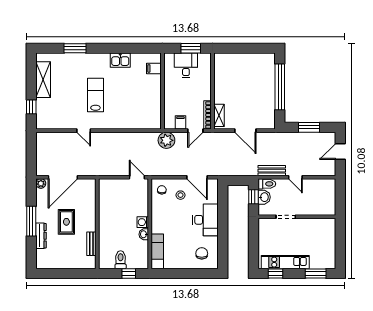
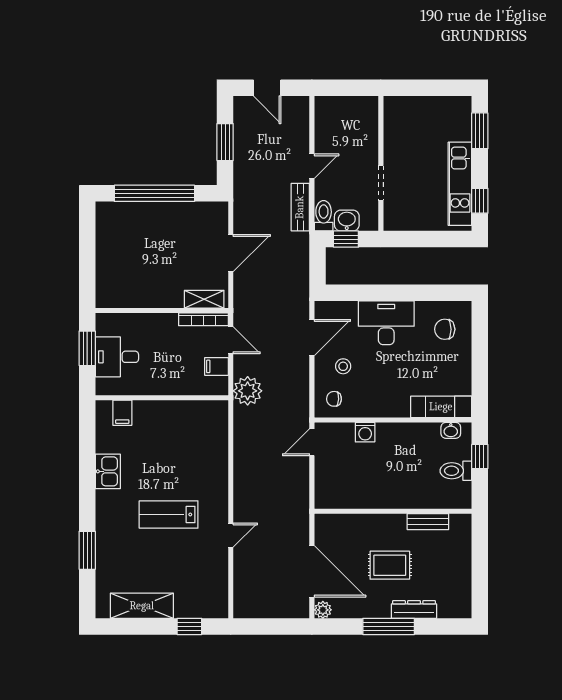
washing machine: (143, 222) -> (365, 432), moved
washbasin: (144, 234) -> (451, 430), moved

